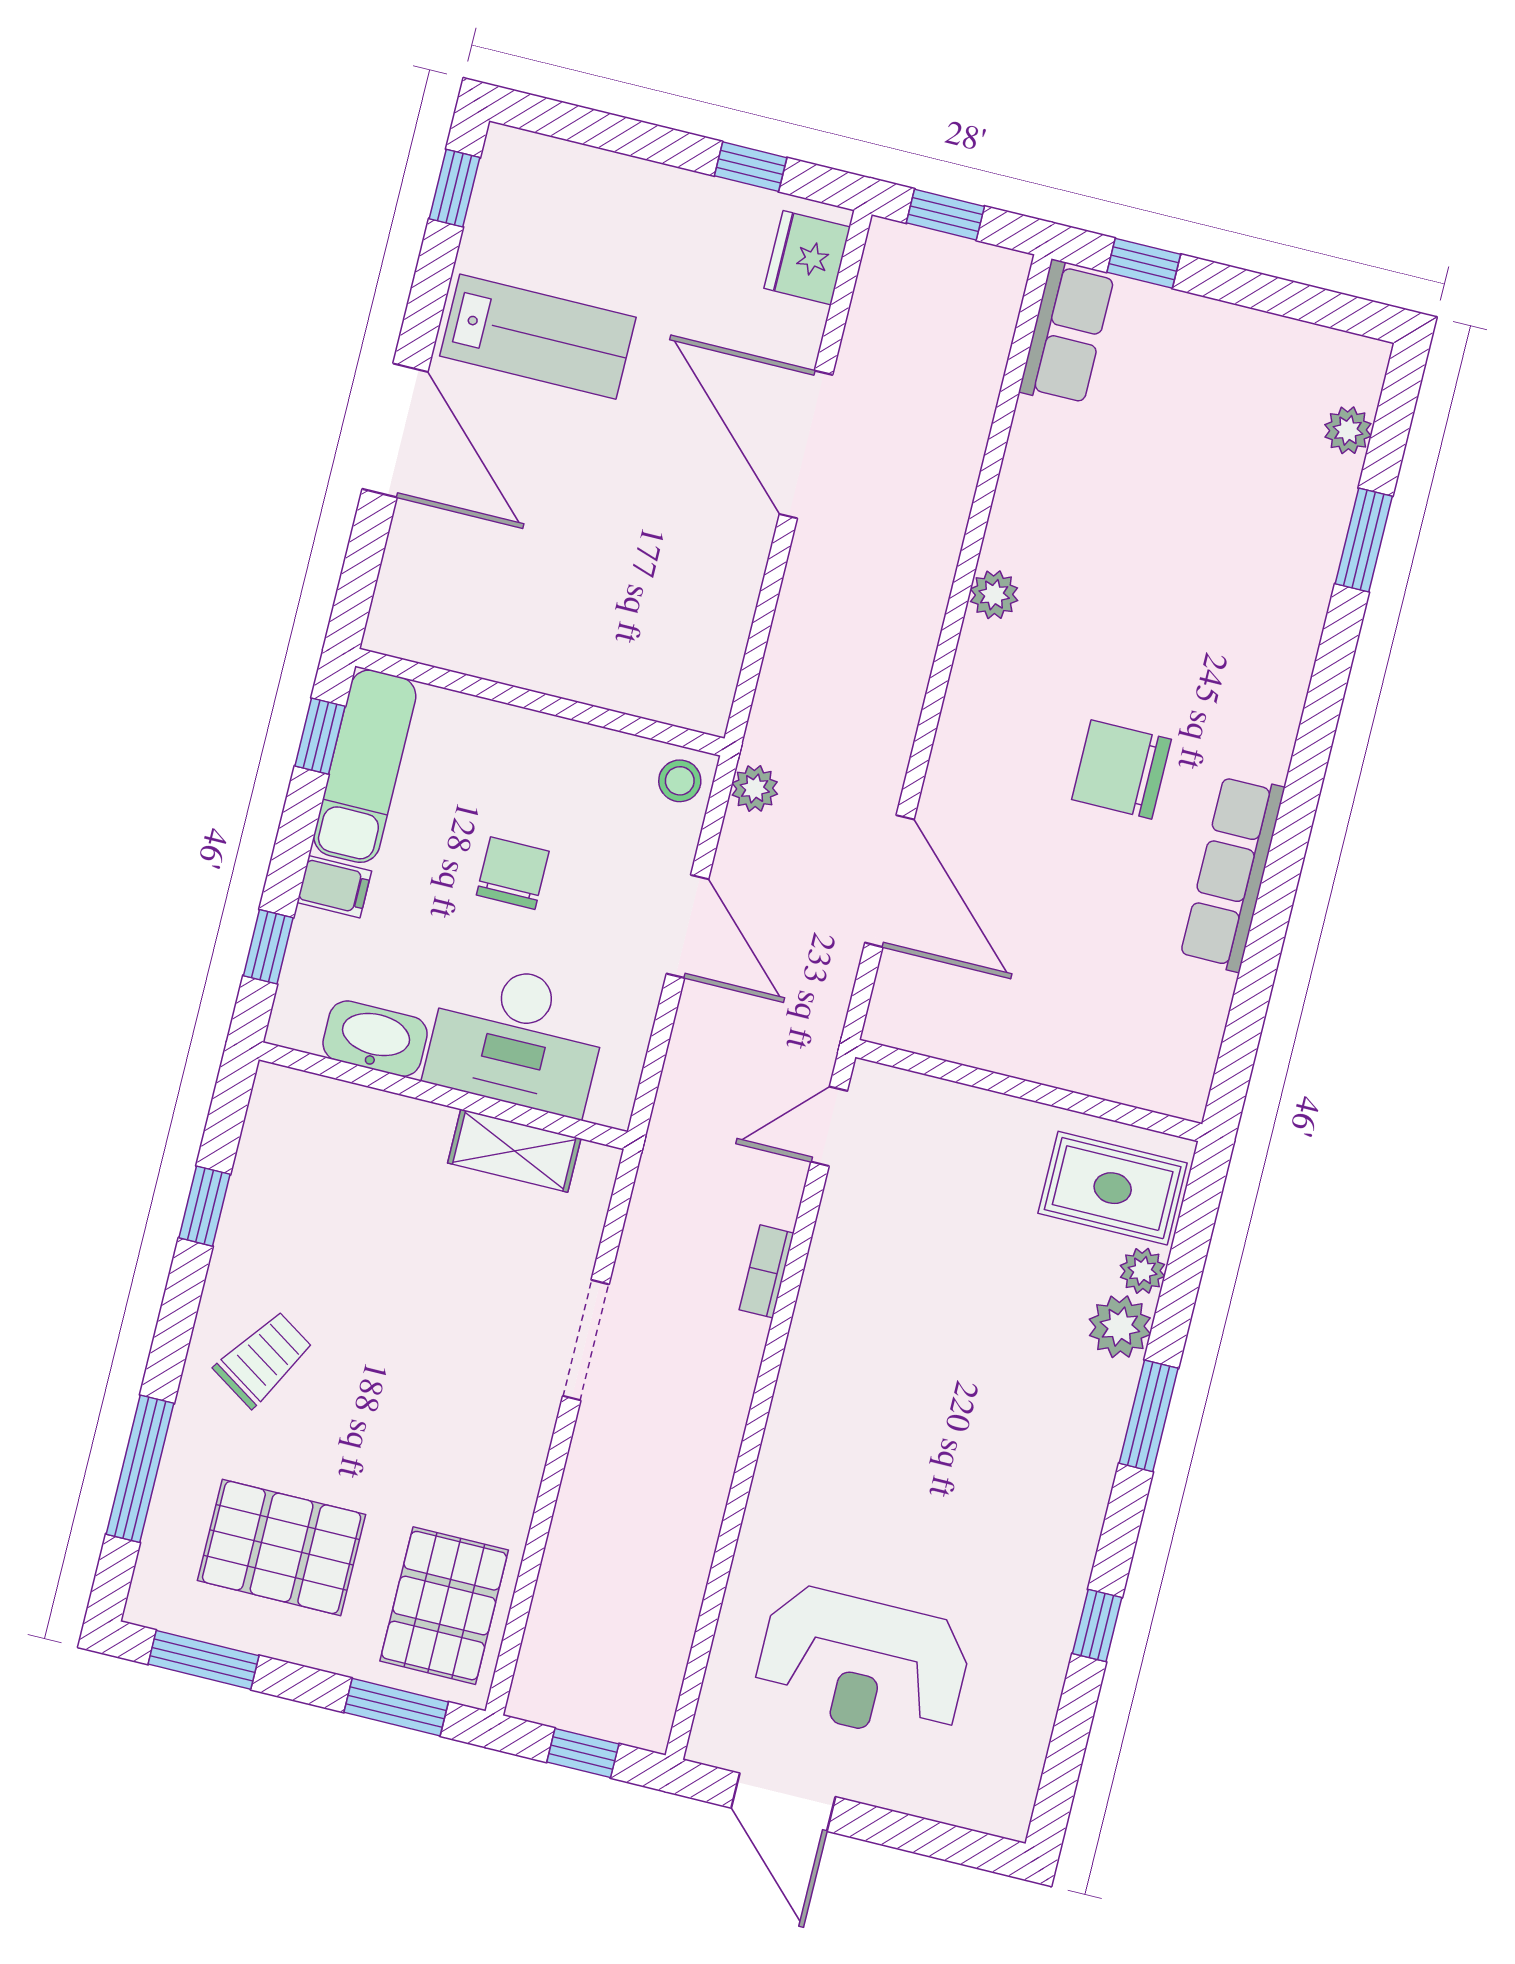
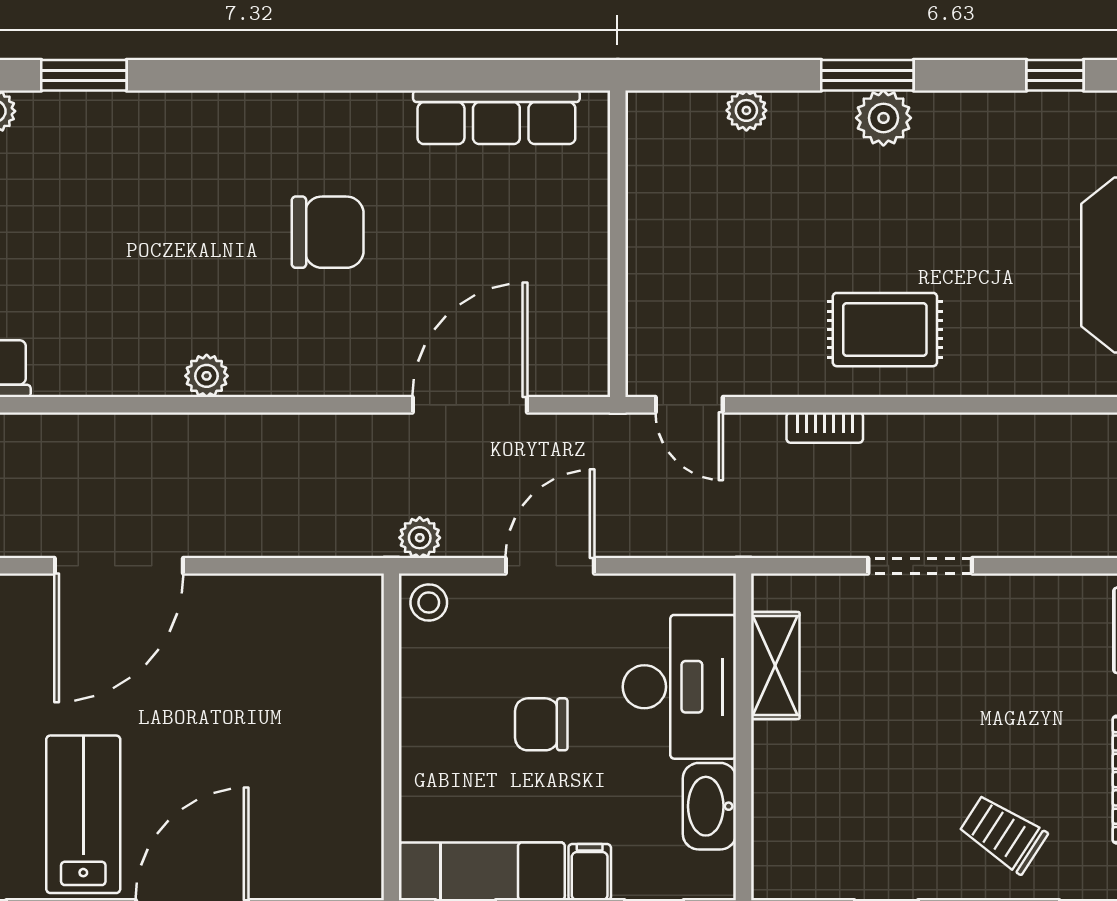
chair: (1121, 769) -> (328, 232), turned -90
row of seats: (1232, 873) -> (496, 117), moved
rug: (1113, 1188) -> (885, 330), moved, turned 90
plant: (1120, 1327) -> (883, 118), moved

